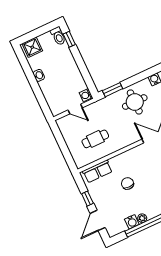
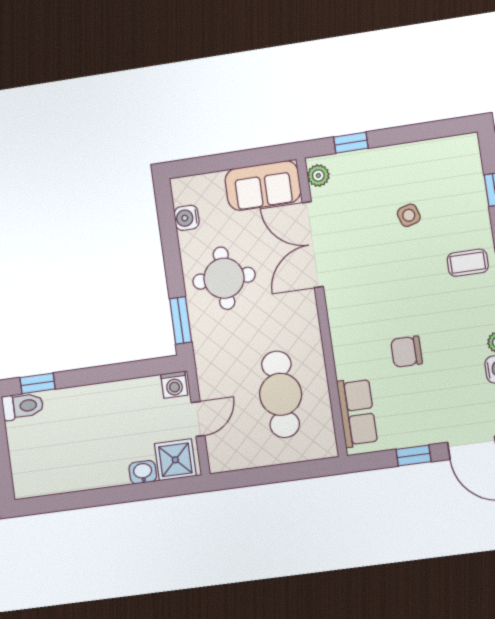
shower: (32, 47) -> (175, 460), moved
washbasin: (39, 75) -> (143, 472), moved
cafe table: (95, 139) -> (281, 394), width x1.37, depth x1.35

